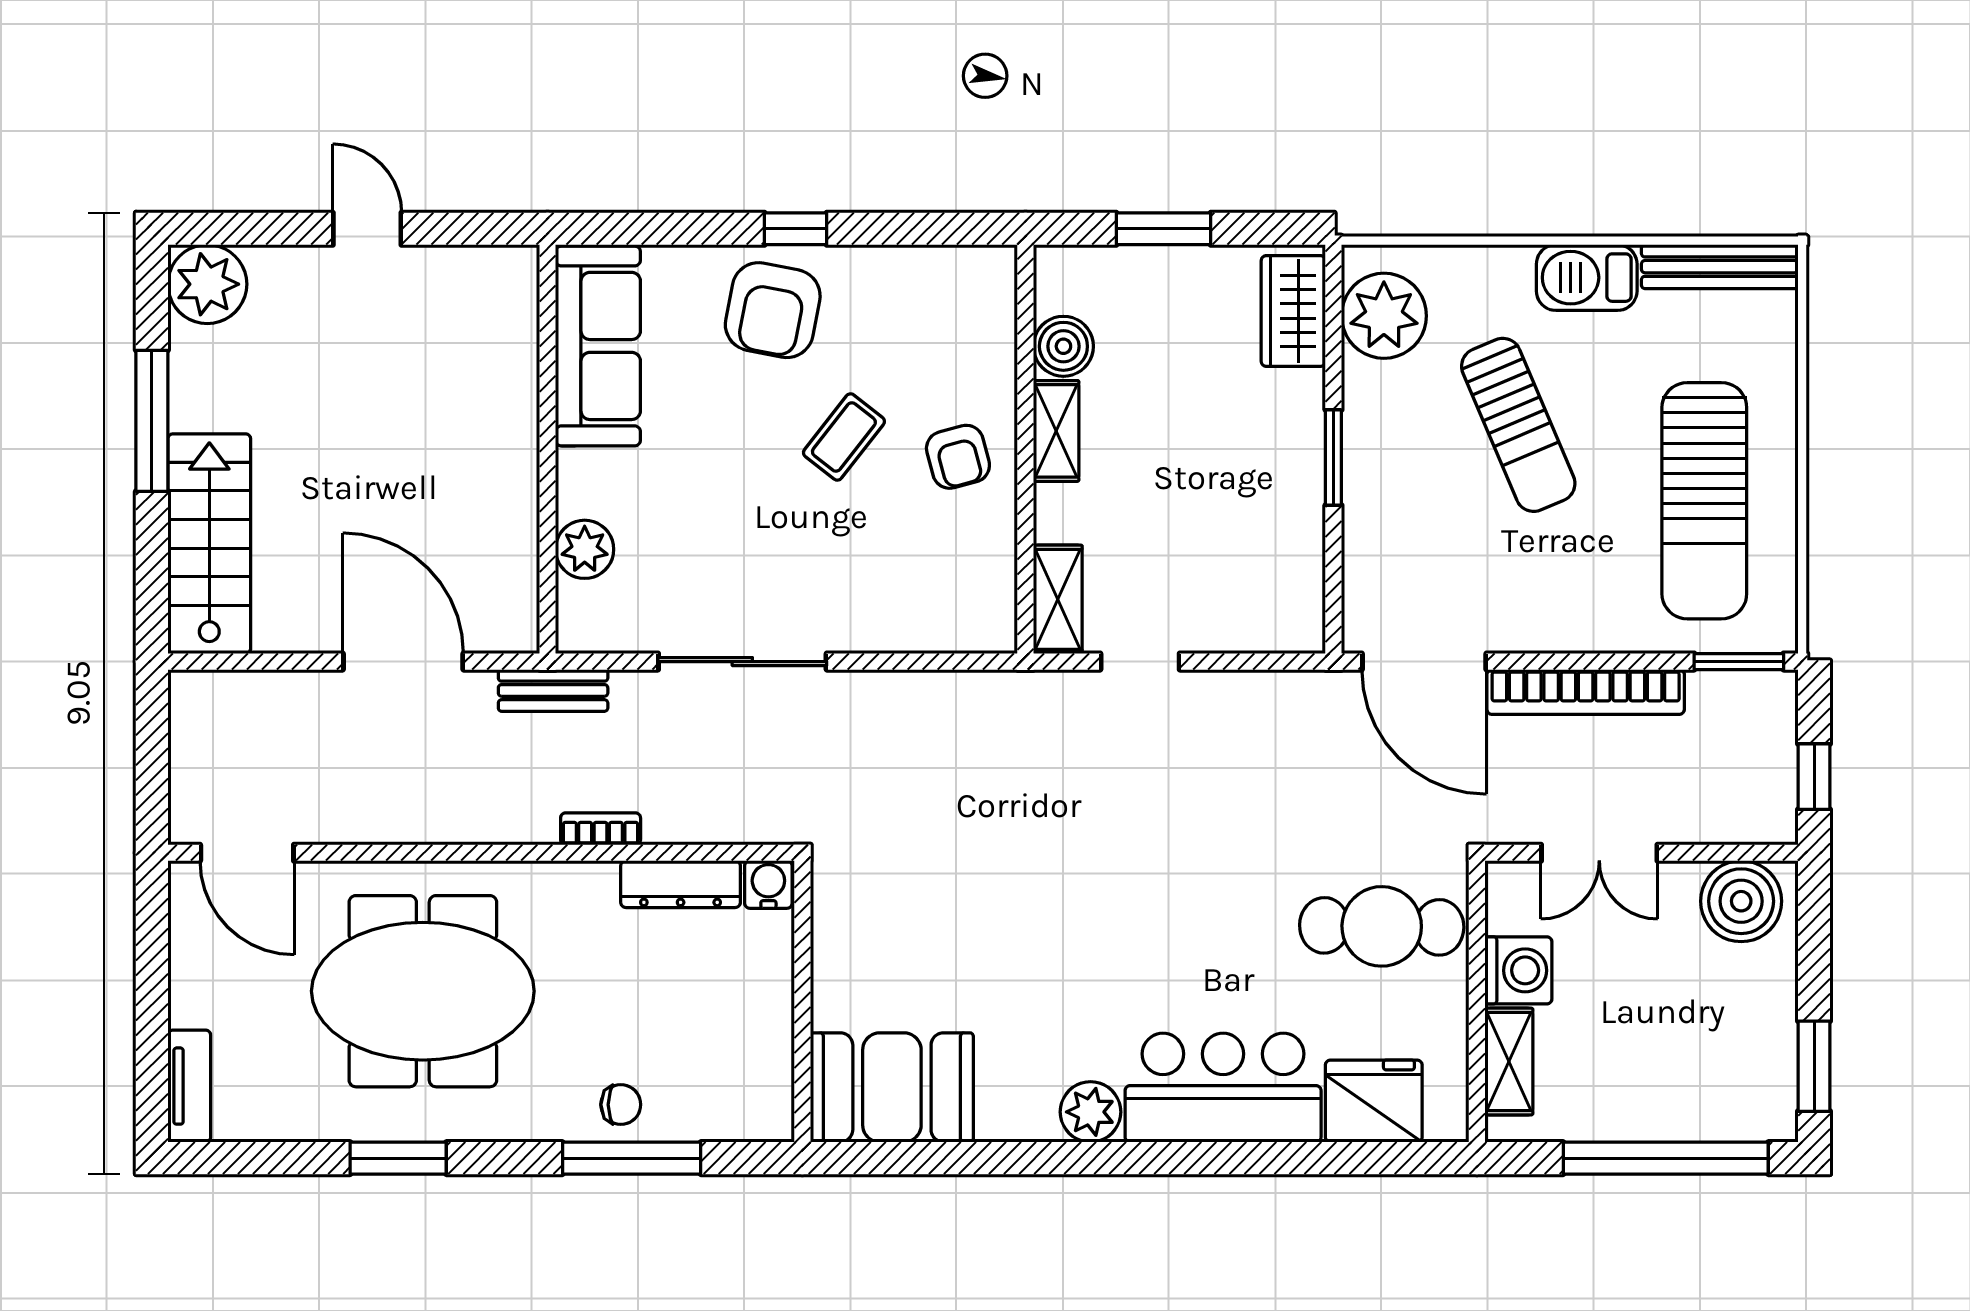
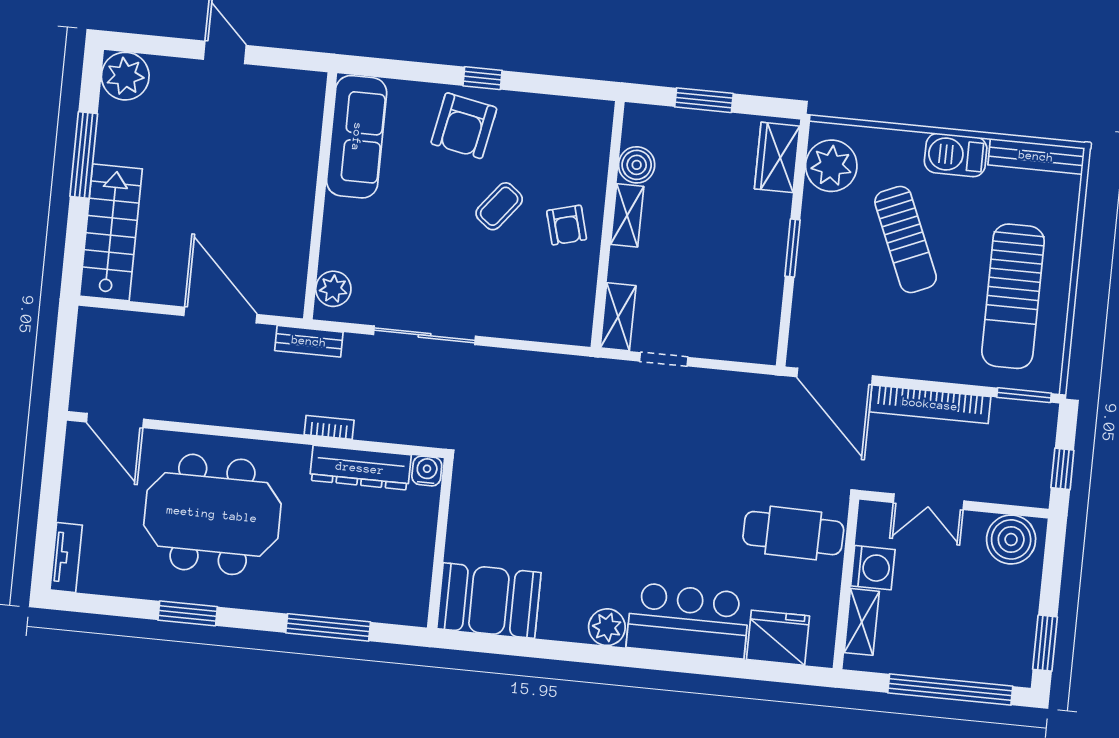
plant: (585, 549) -> (333, 289), moved
dresser: (681, 884) -> (360, 468), width x1.37, depth x1.24
chair: (621, 1105) -> (325, 595), removed

